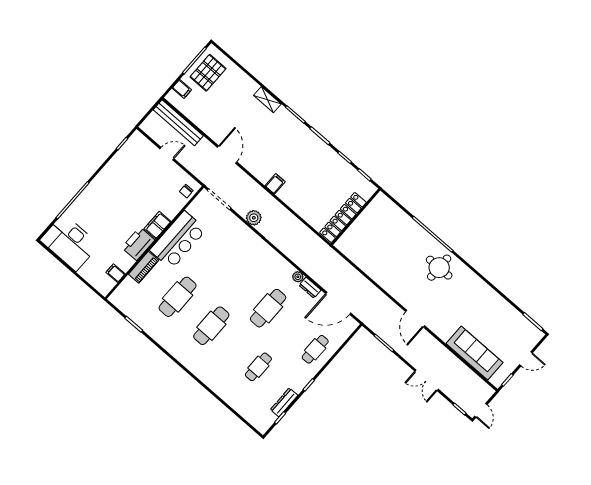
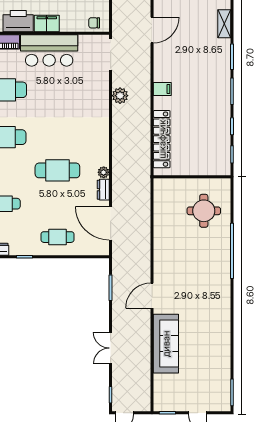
locker: (343, 217) -> (162, 139), moved, turned 90
round table: (439, 268) -> (204, 211), moved
sofa: (474, 353) -> (166, 344), moved

